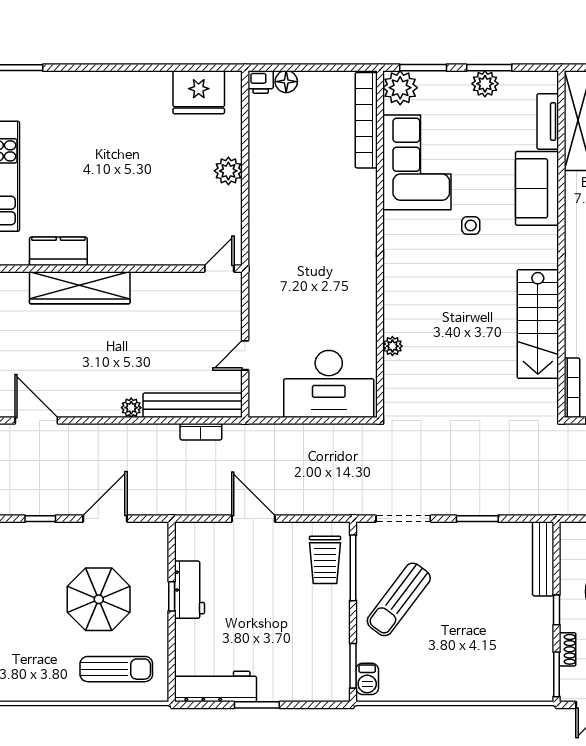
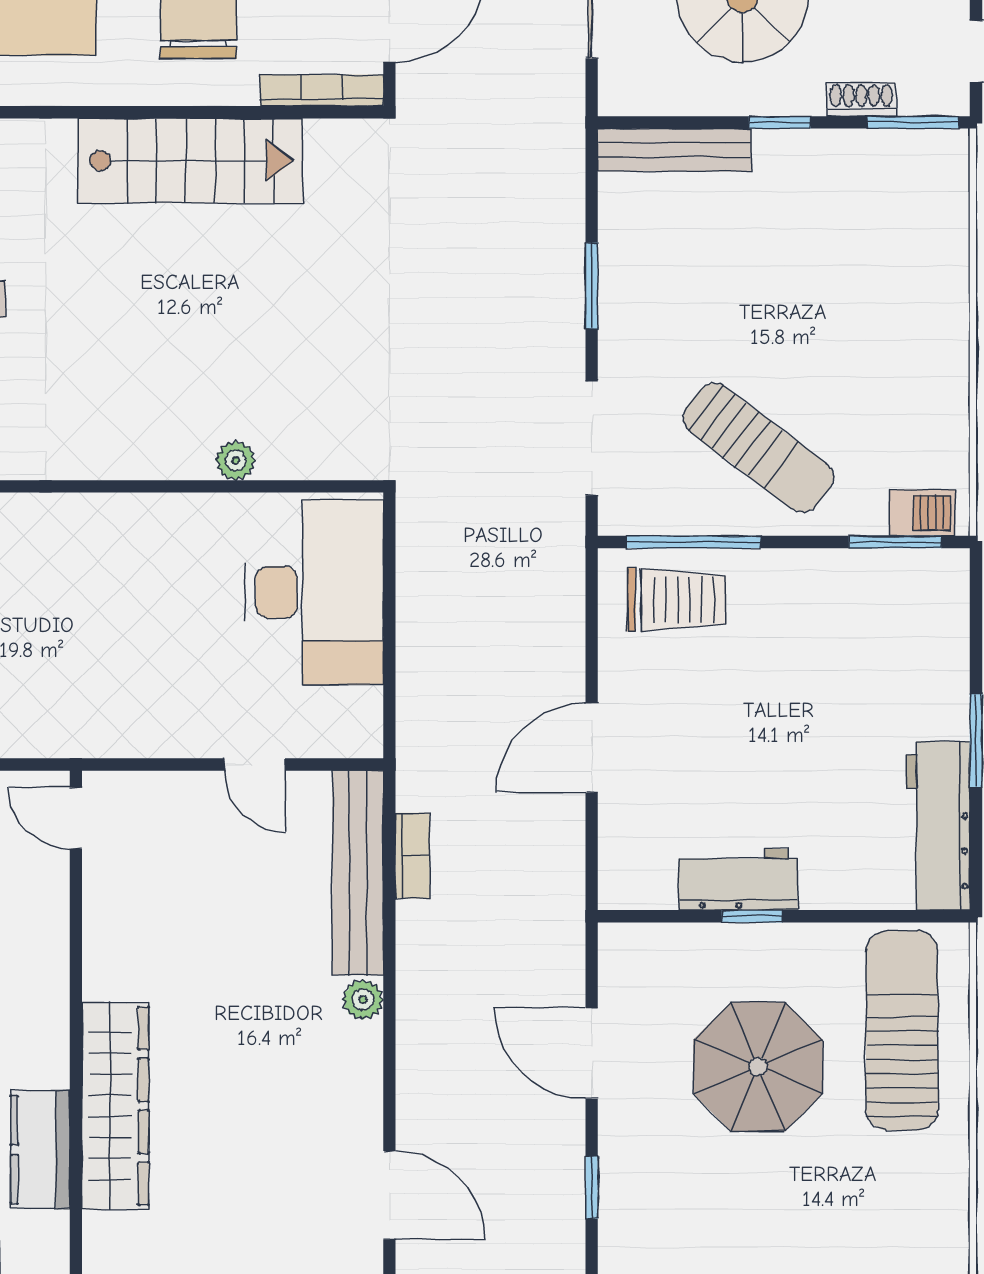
door: (36, 421) -> (389, 1195), swing flipped
sun lounger: (116, 669) -> (902, 1030), width x1.36, depth x1.34

